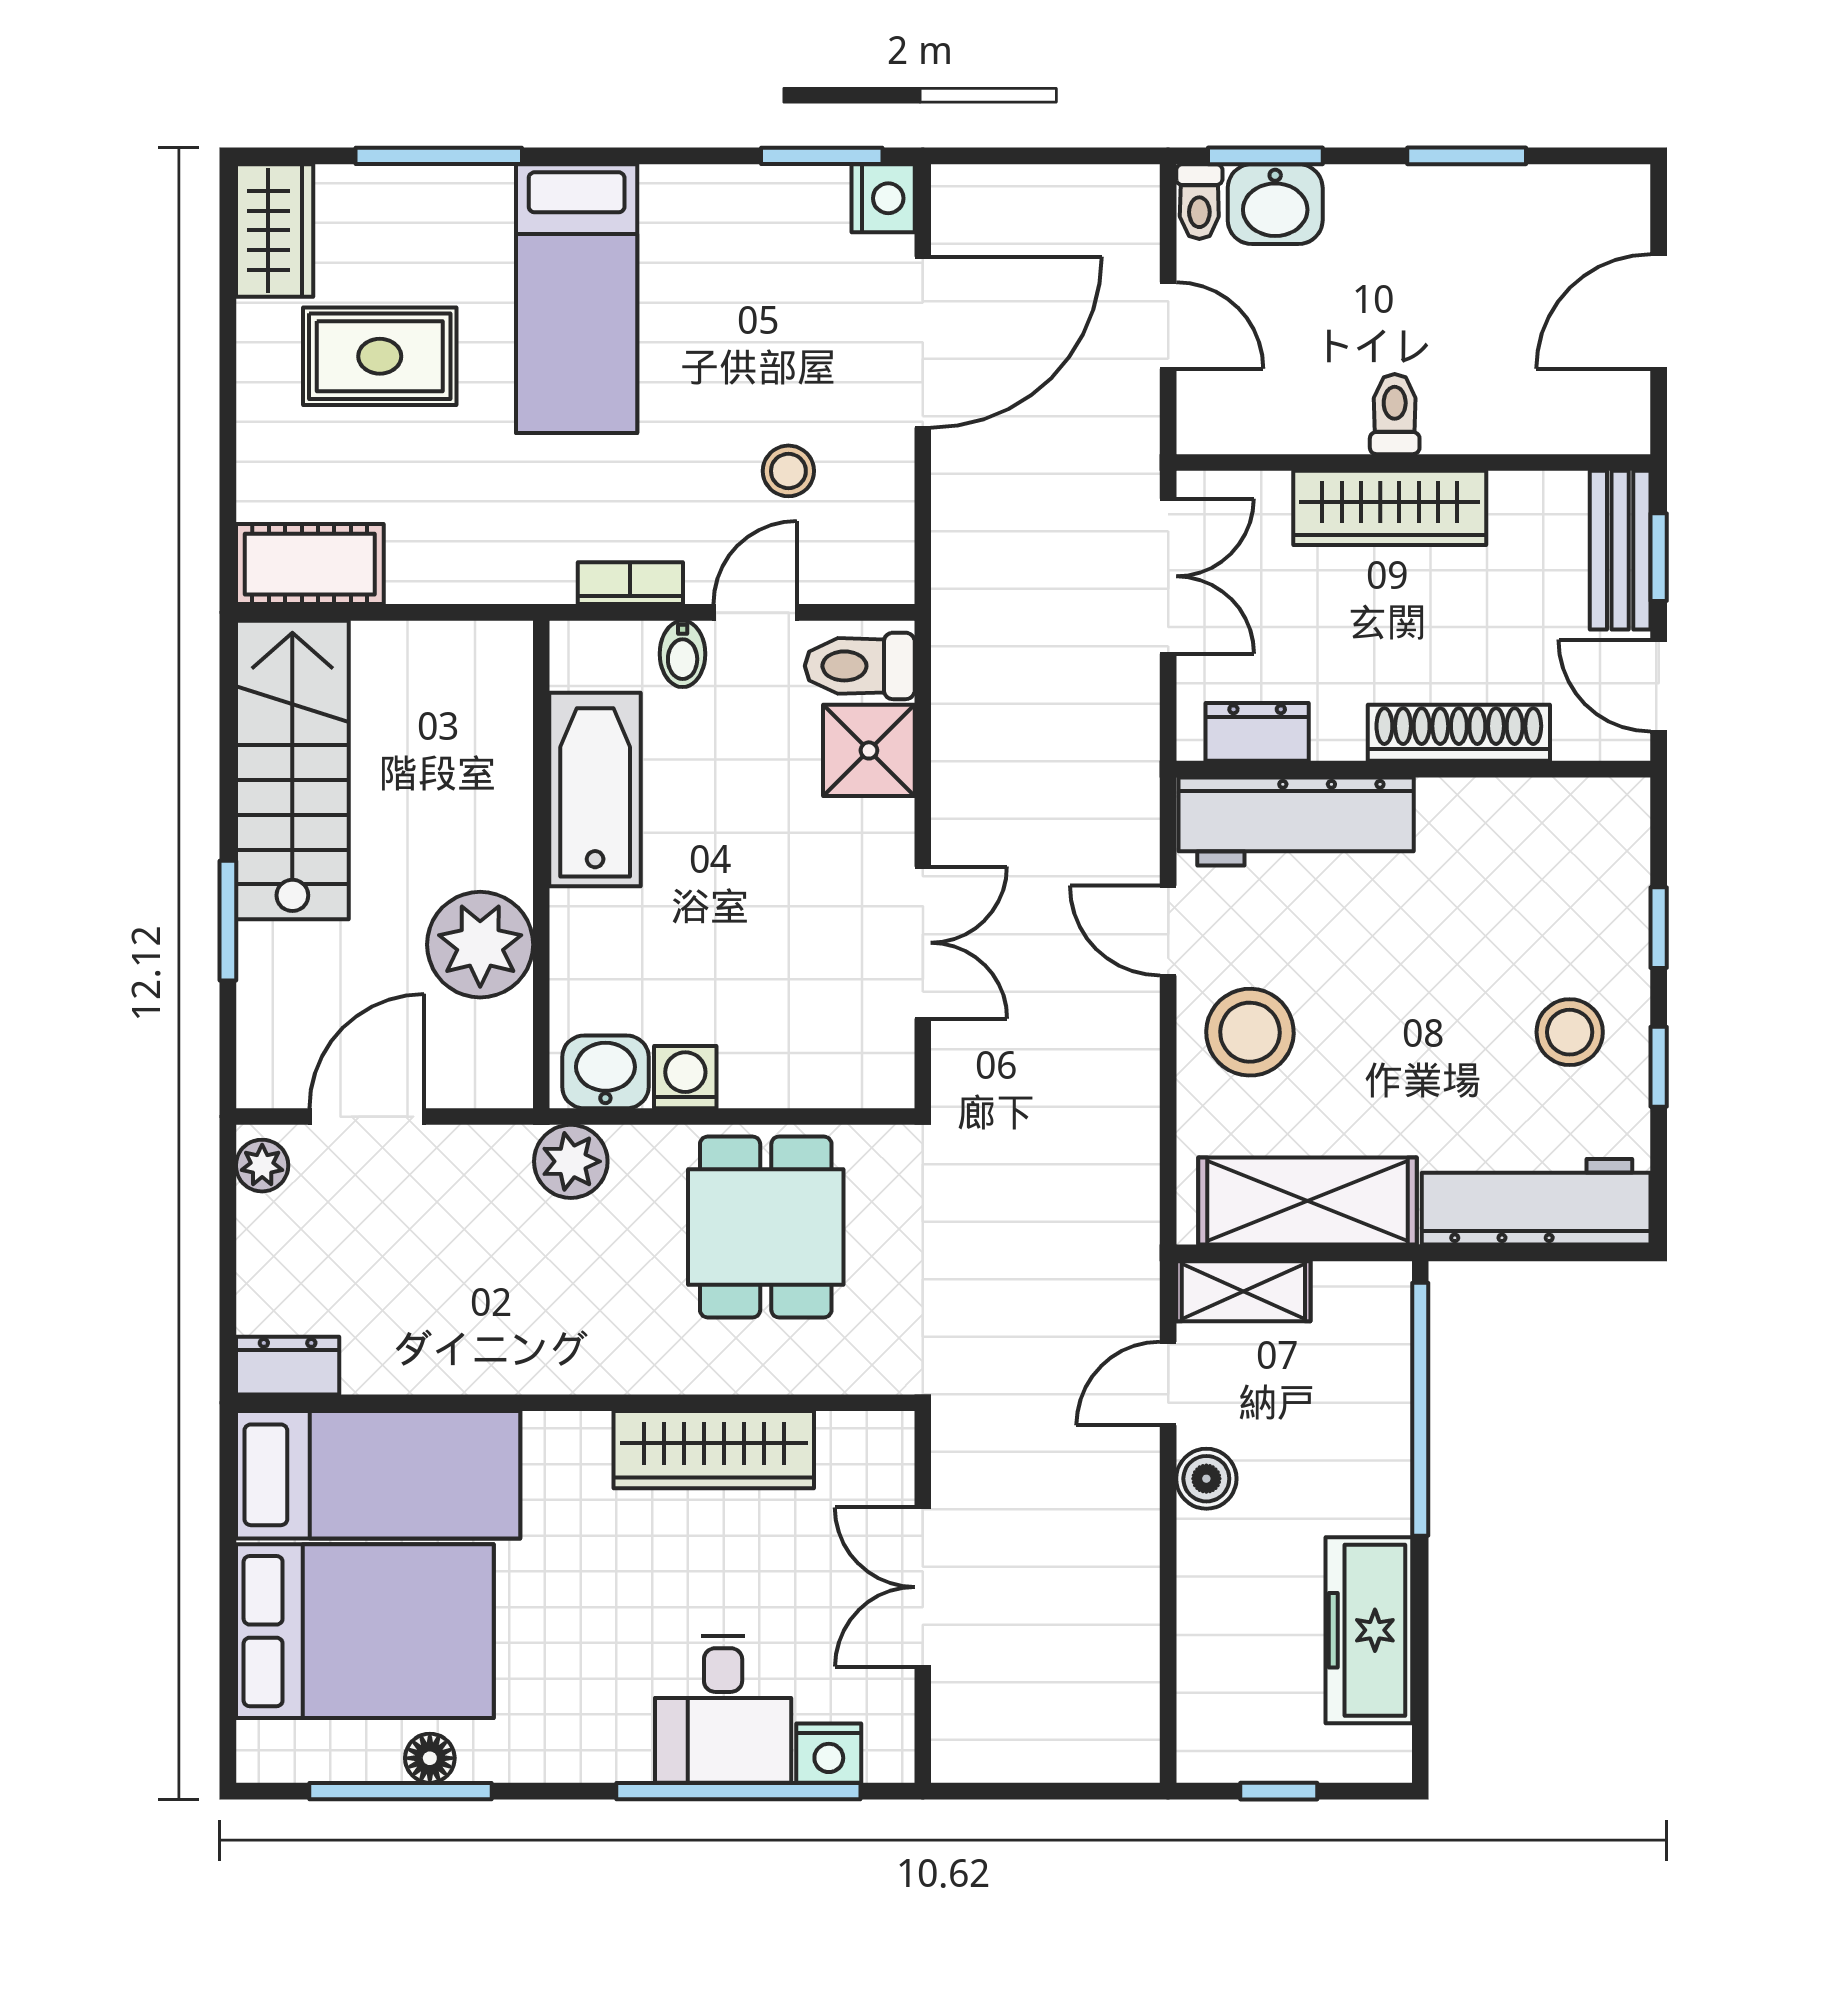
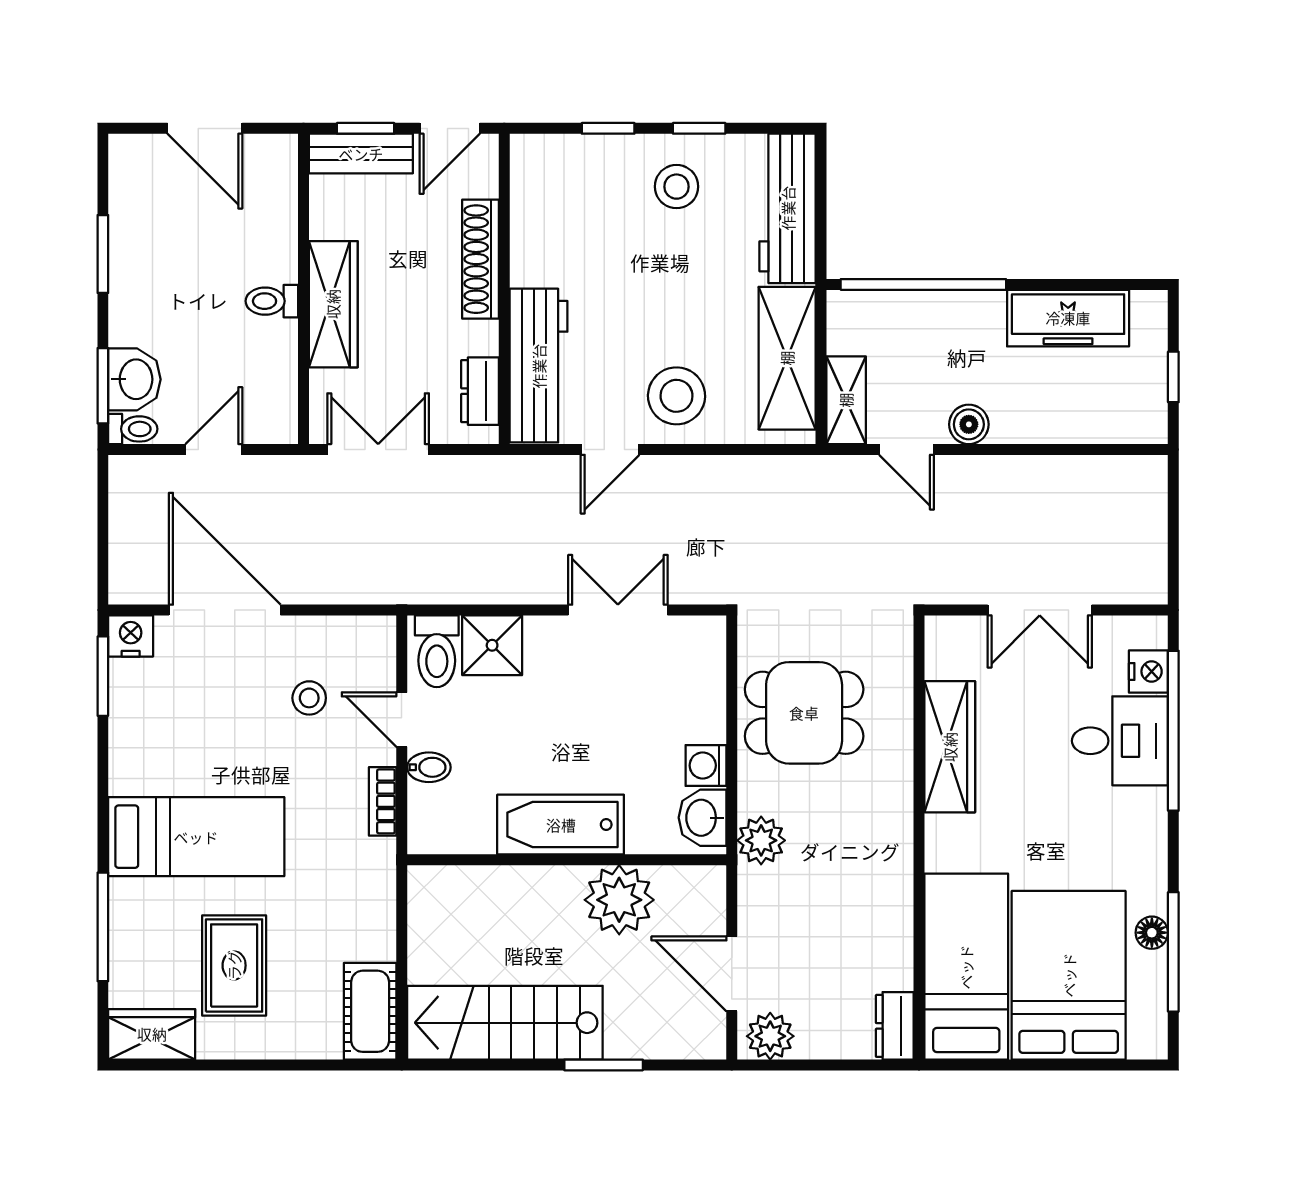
bathtub: (595, 789) -> (561, 825), moved
plant: (262, 1166) -> (770, 1036), width x1.38, depth x1.38

